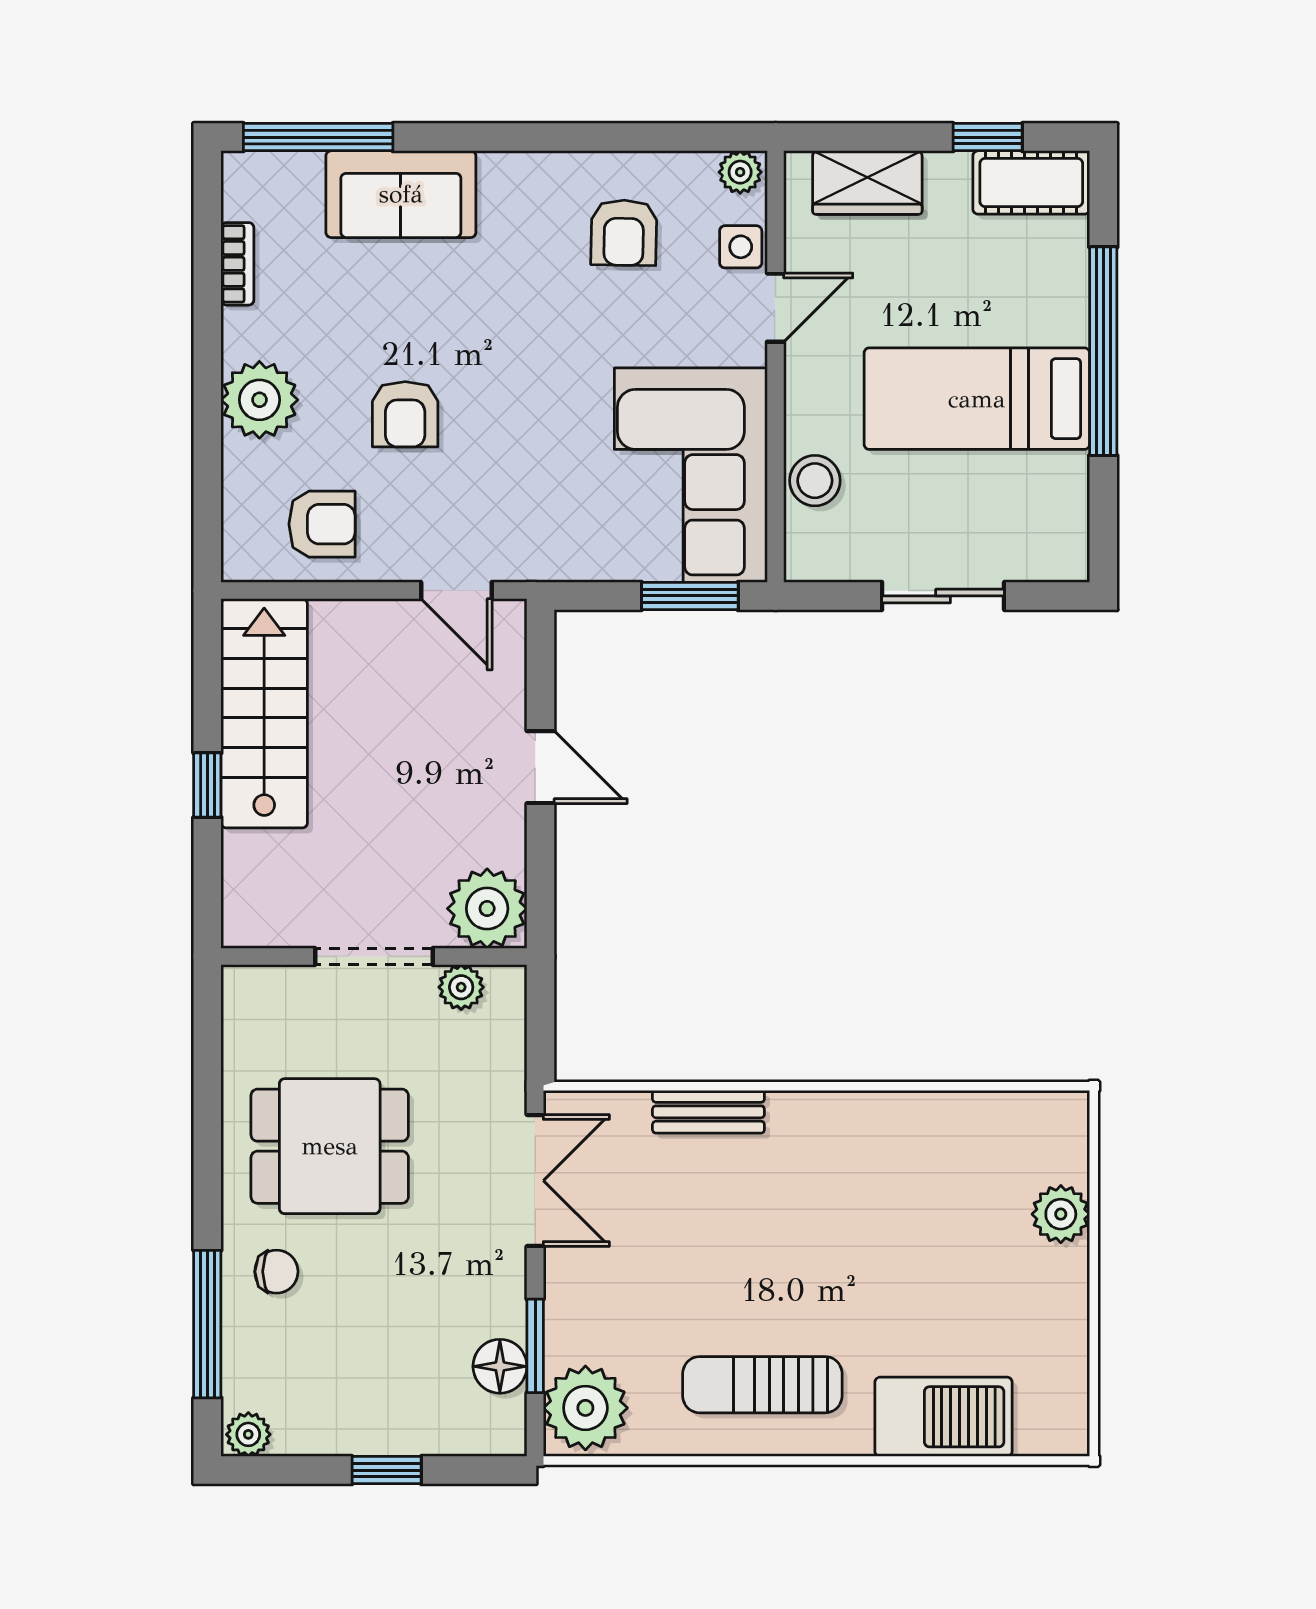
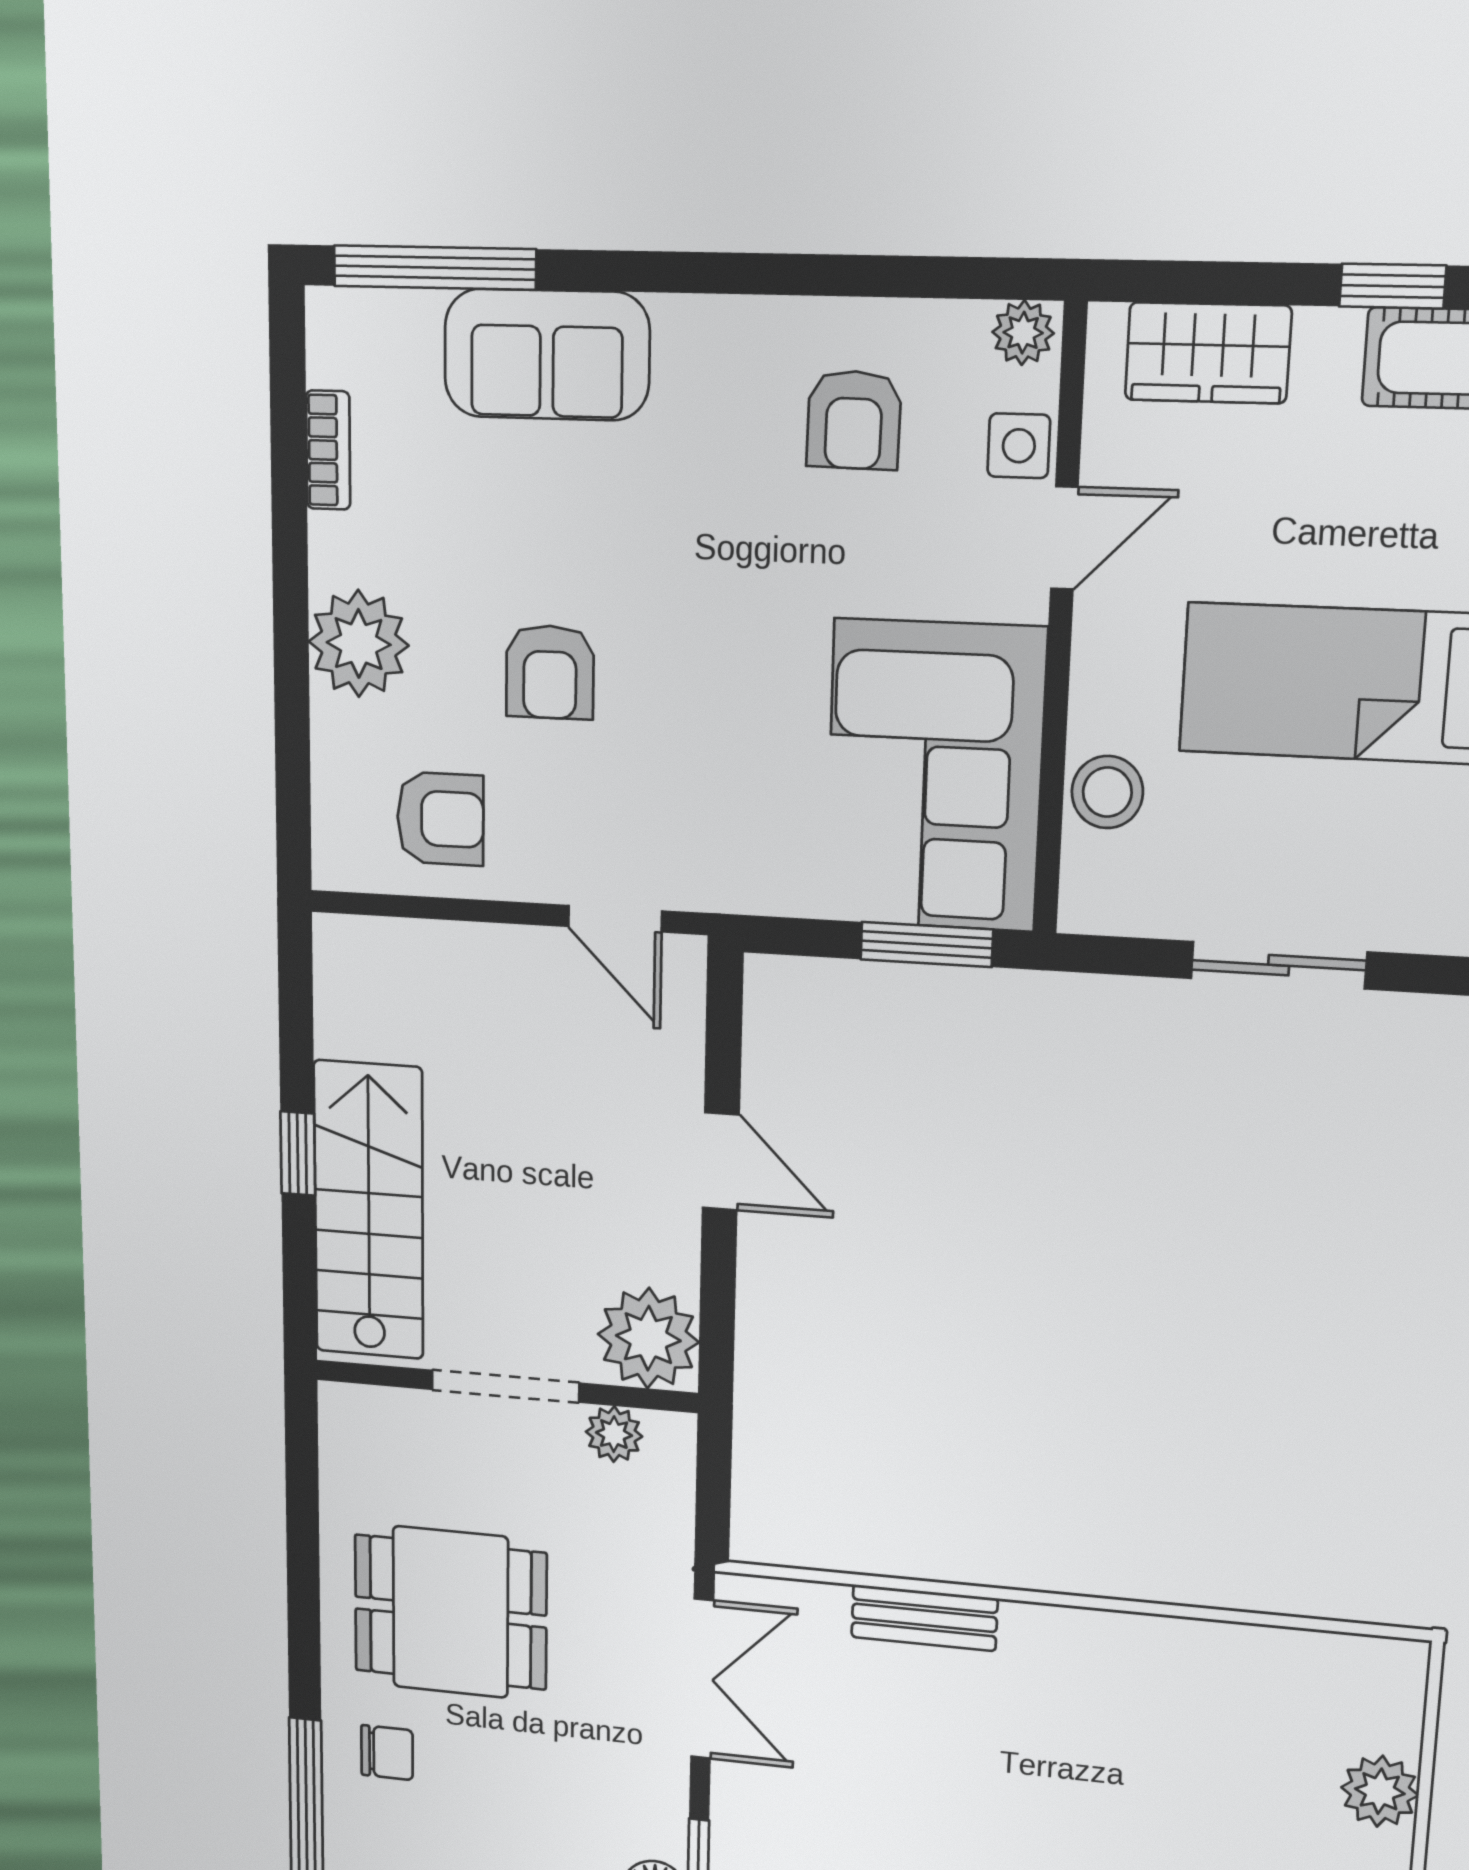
stairs: (264, 713) -> (369, 1211), moved

